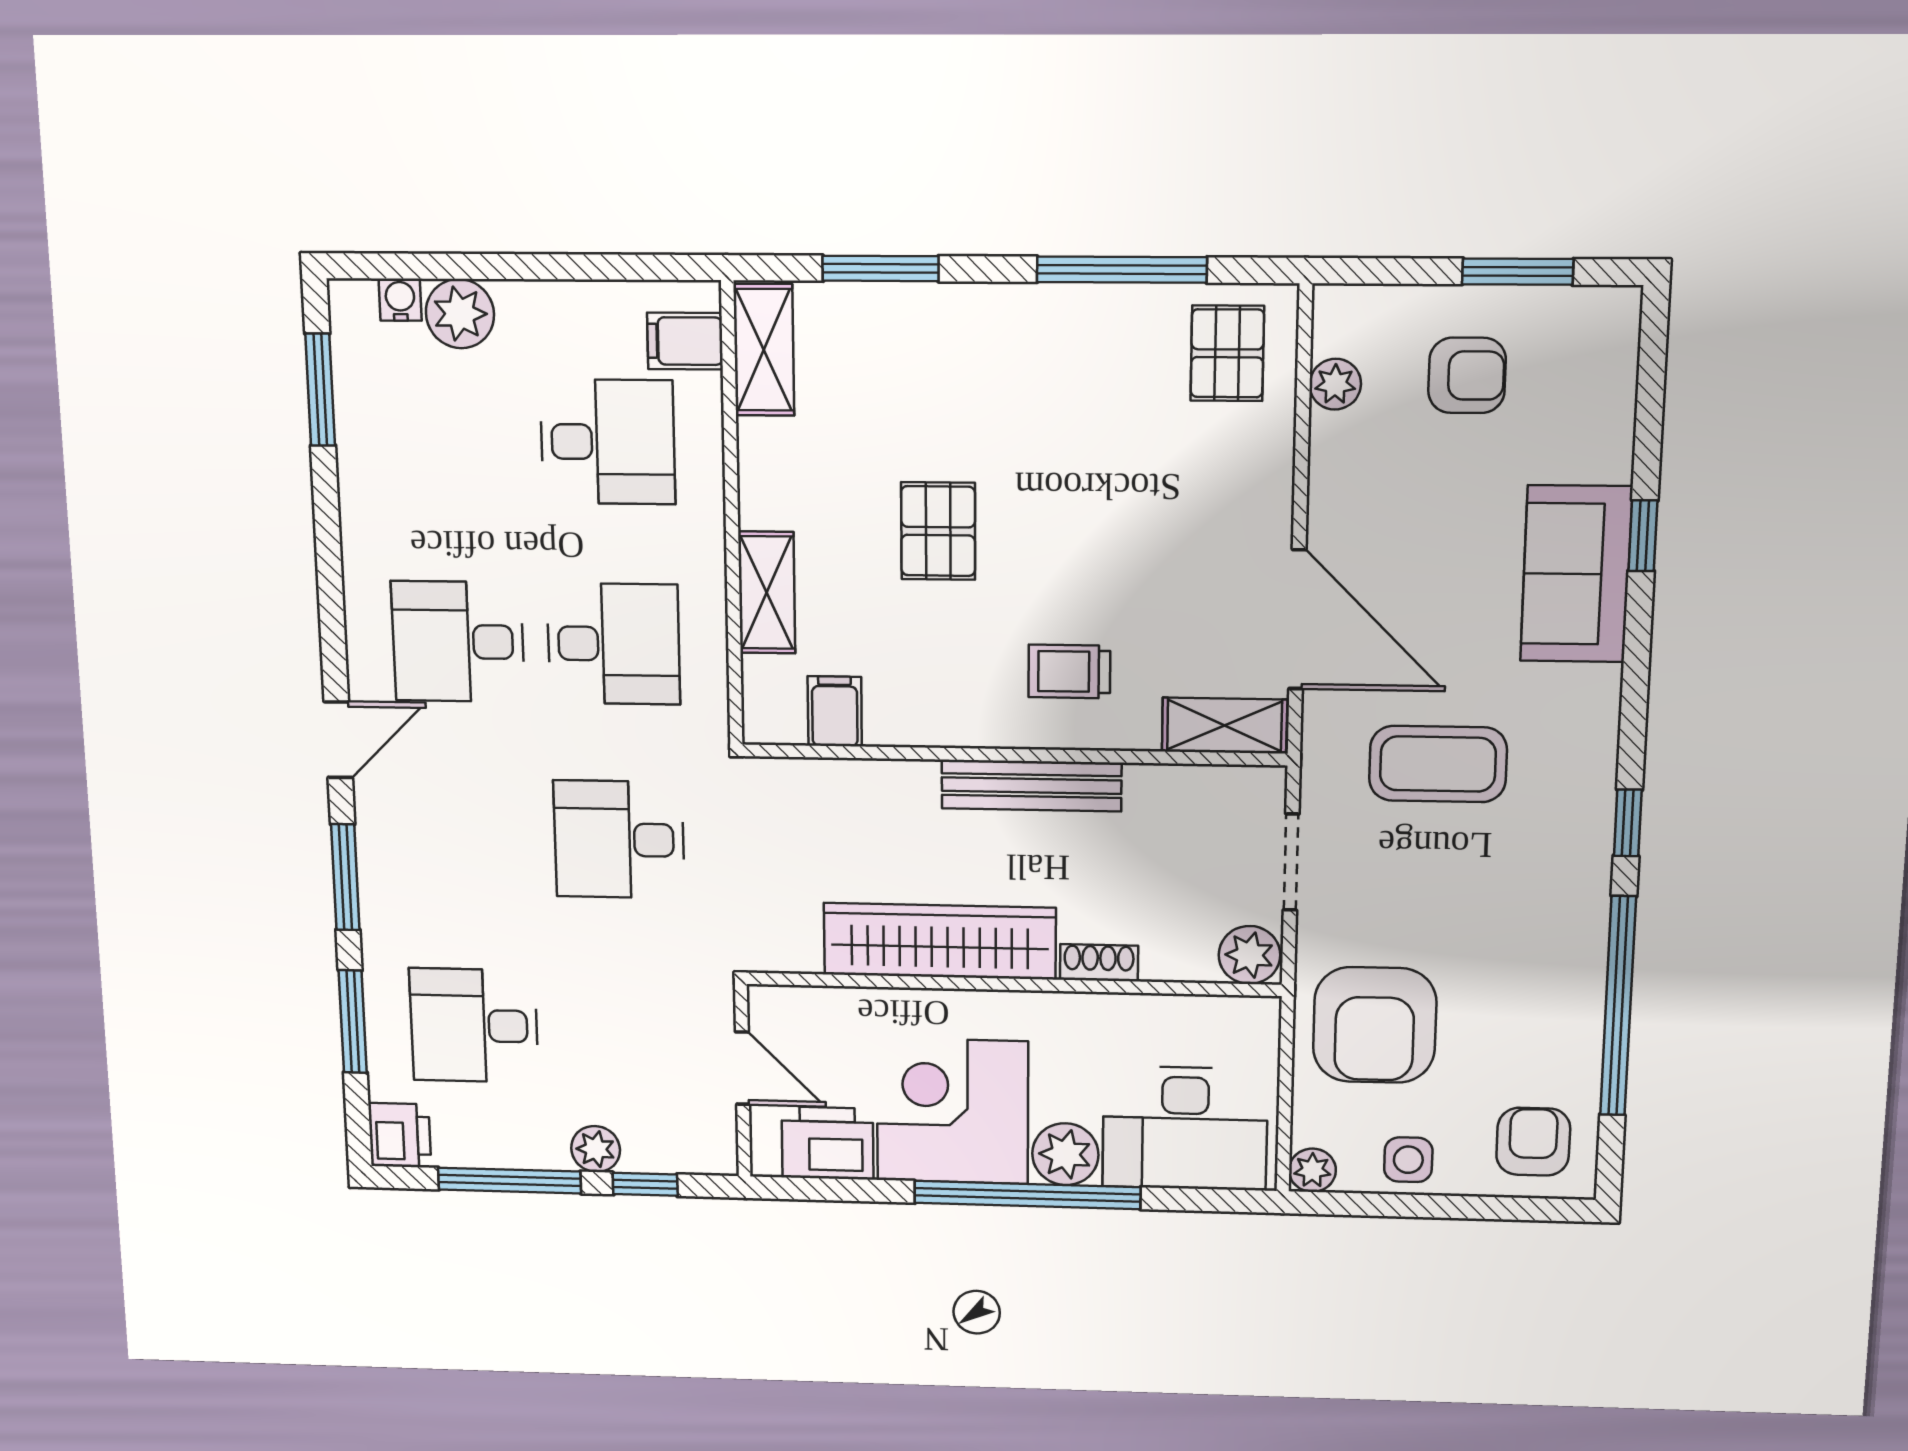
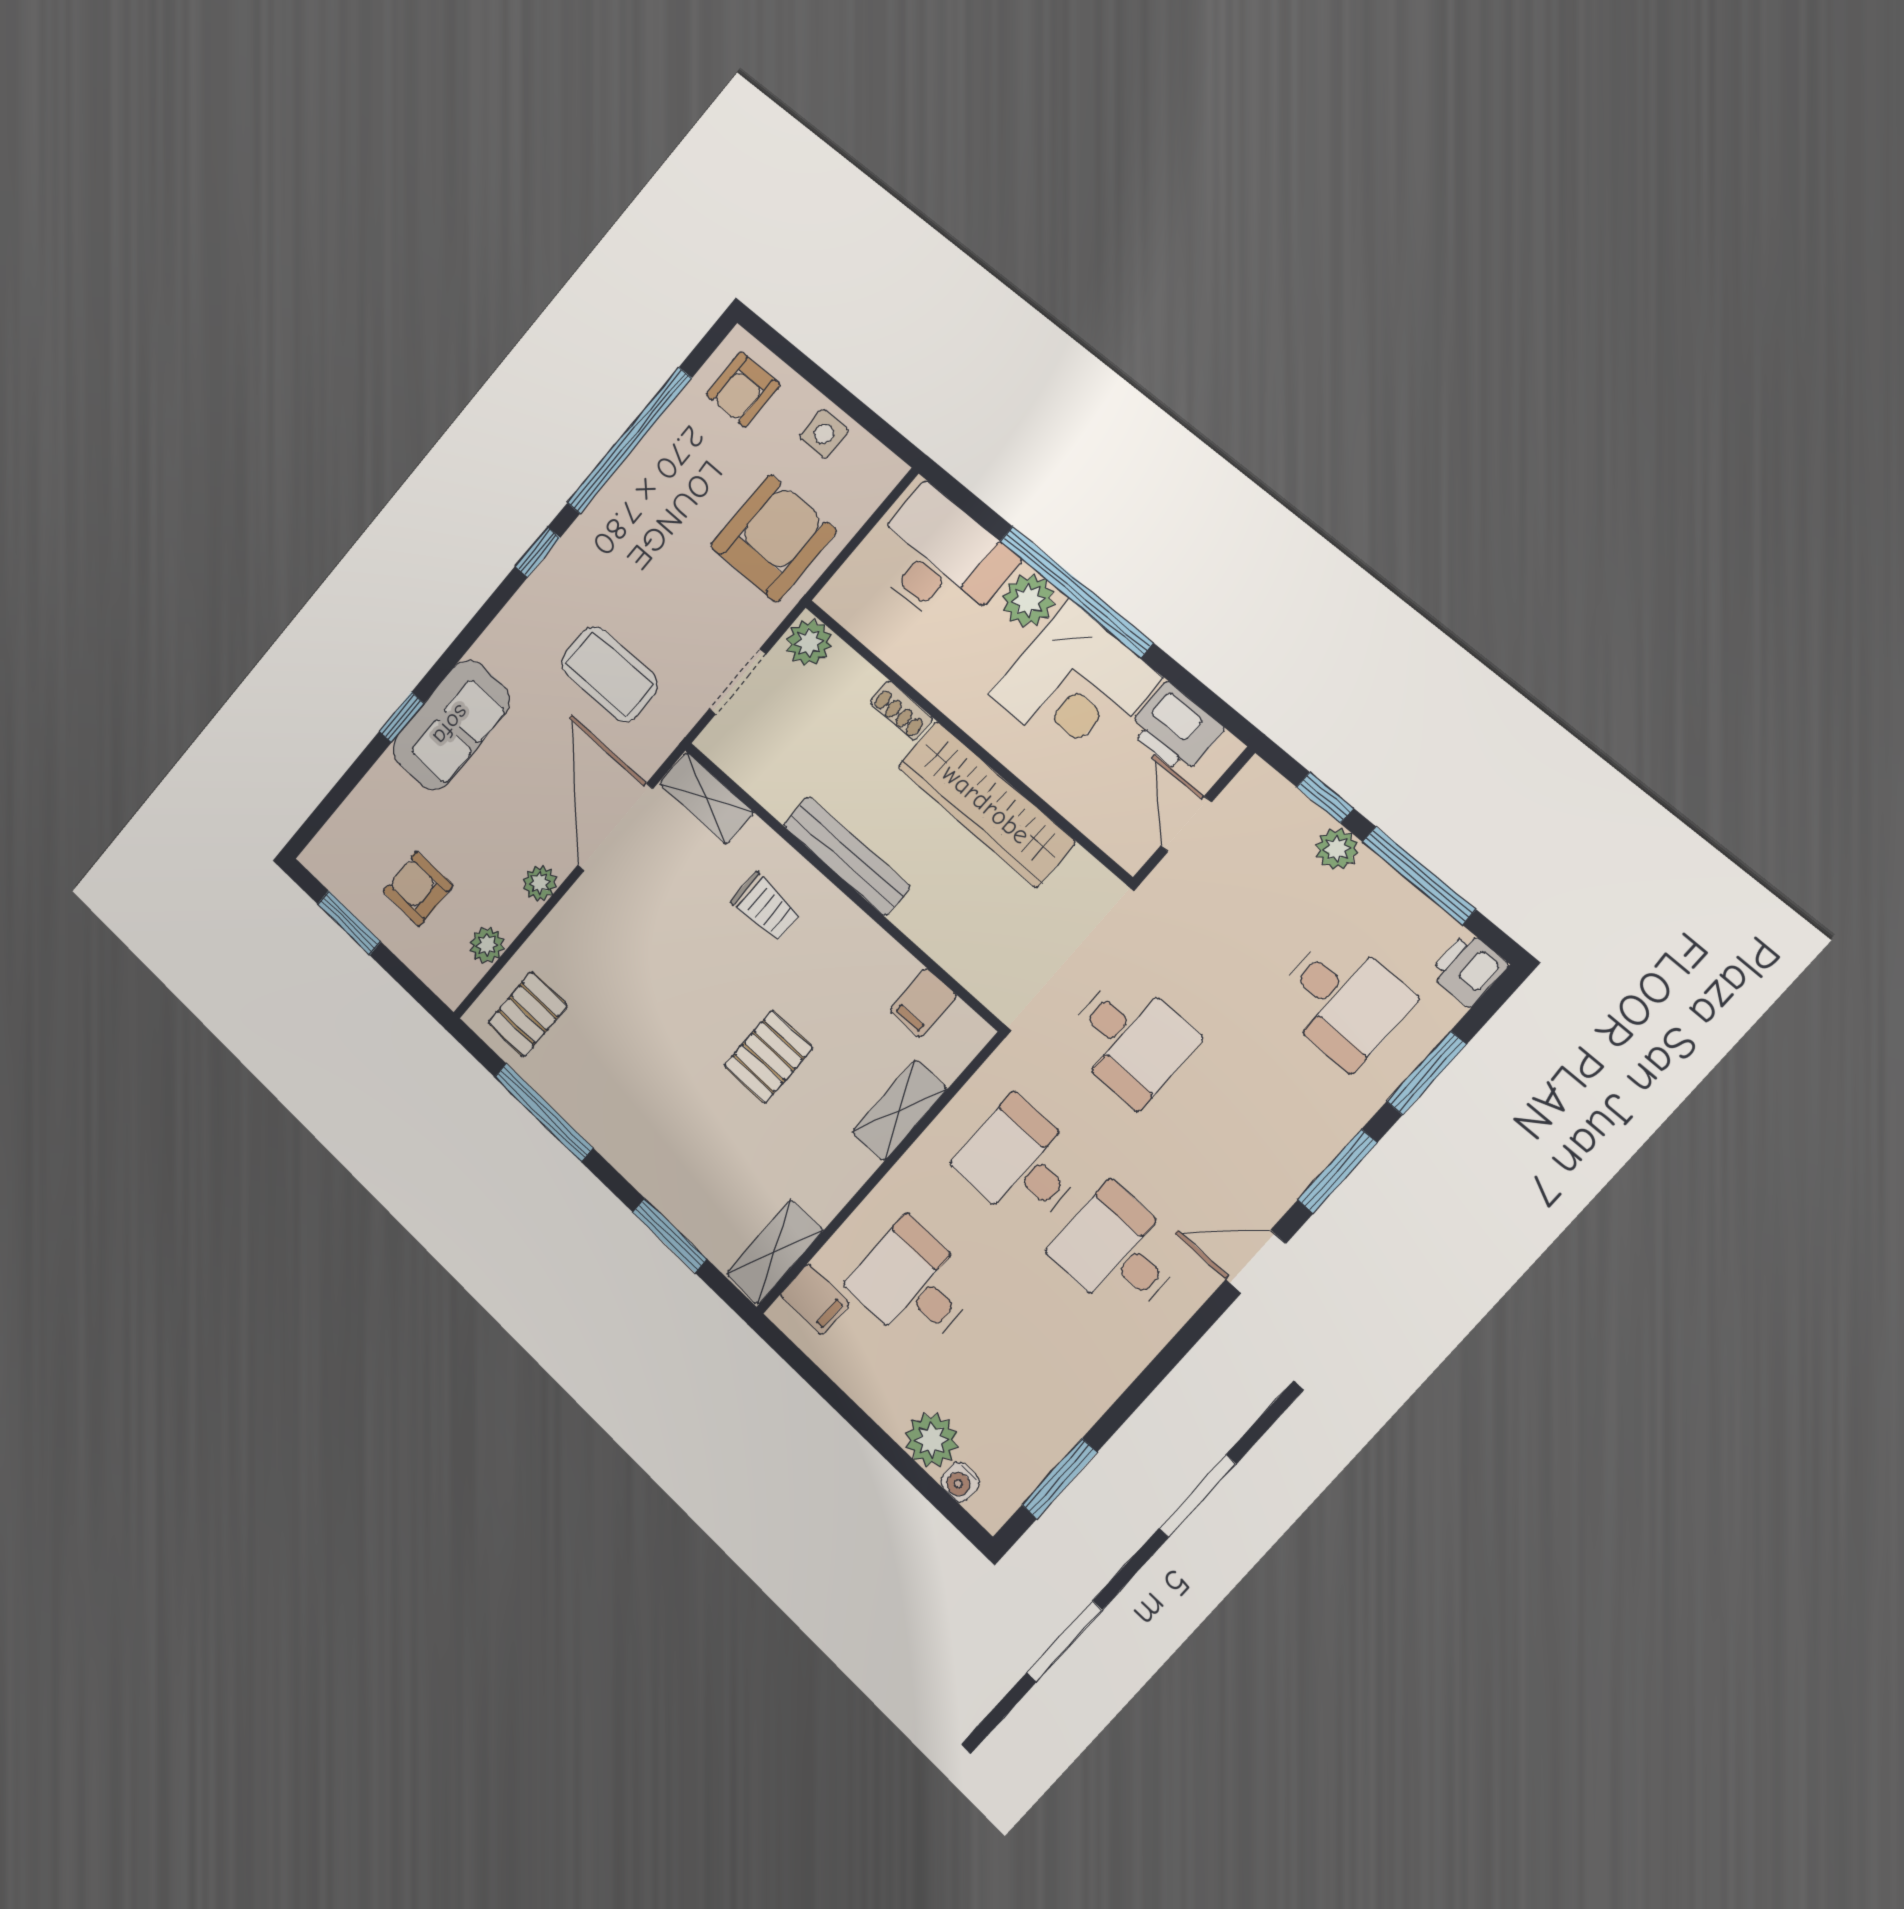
desk: (458, 642) -> (1118, 1252), turned 180
plant: (1312, 1170) -> (540, 883), moved

